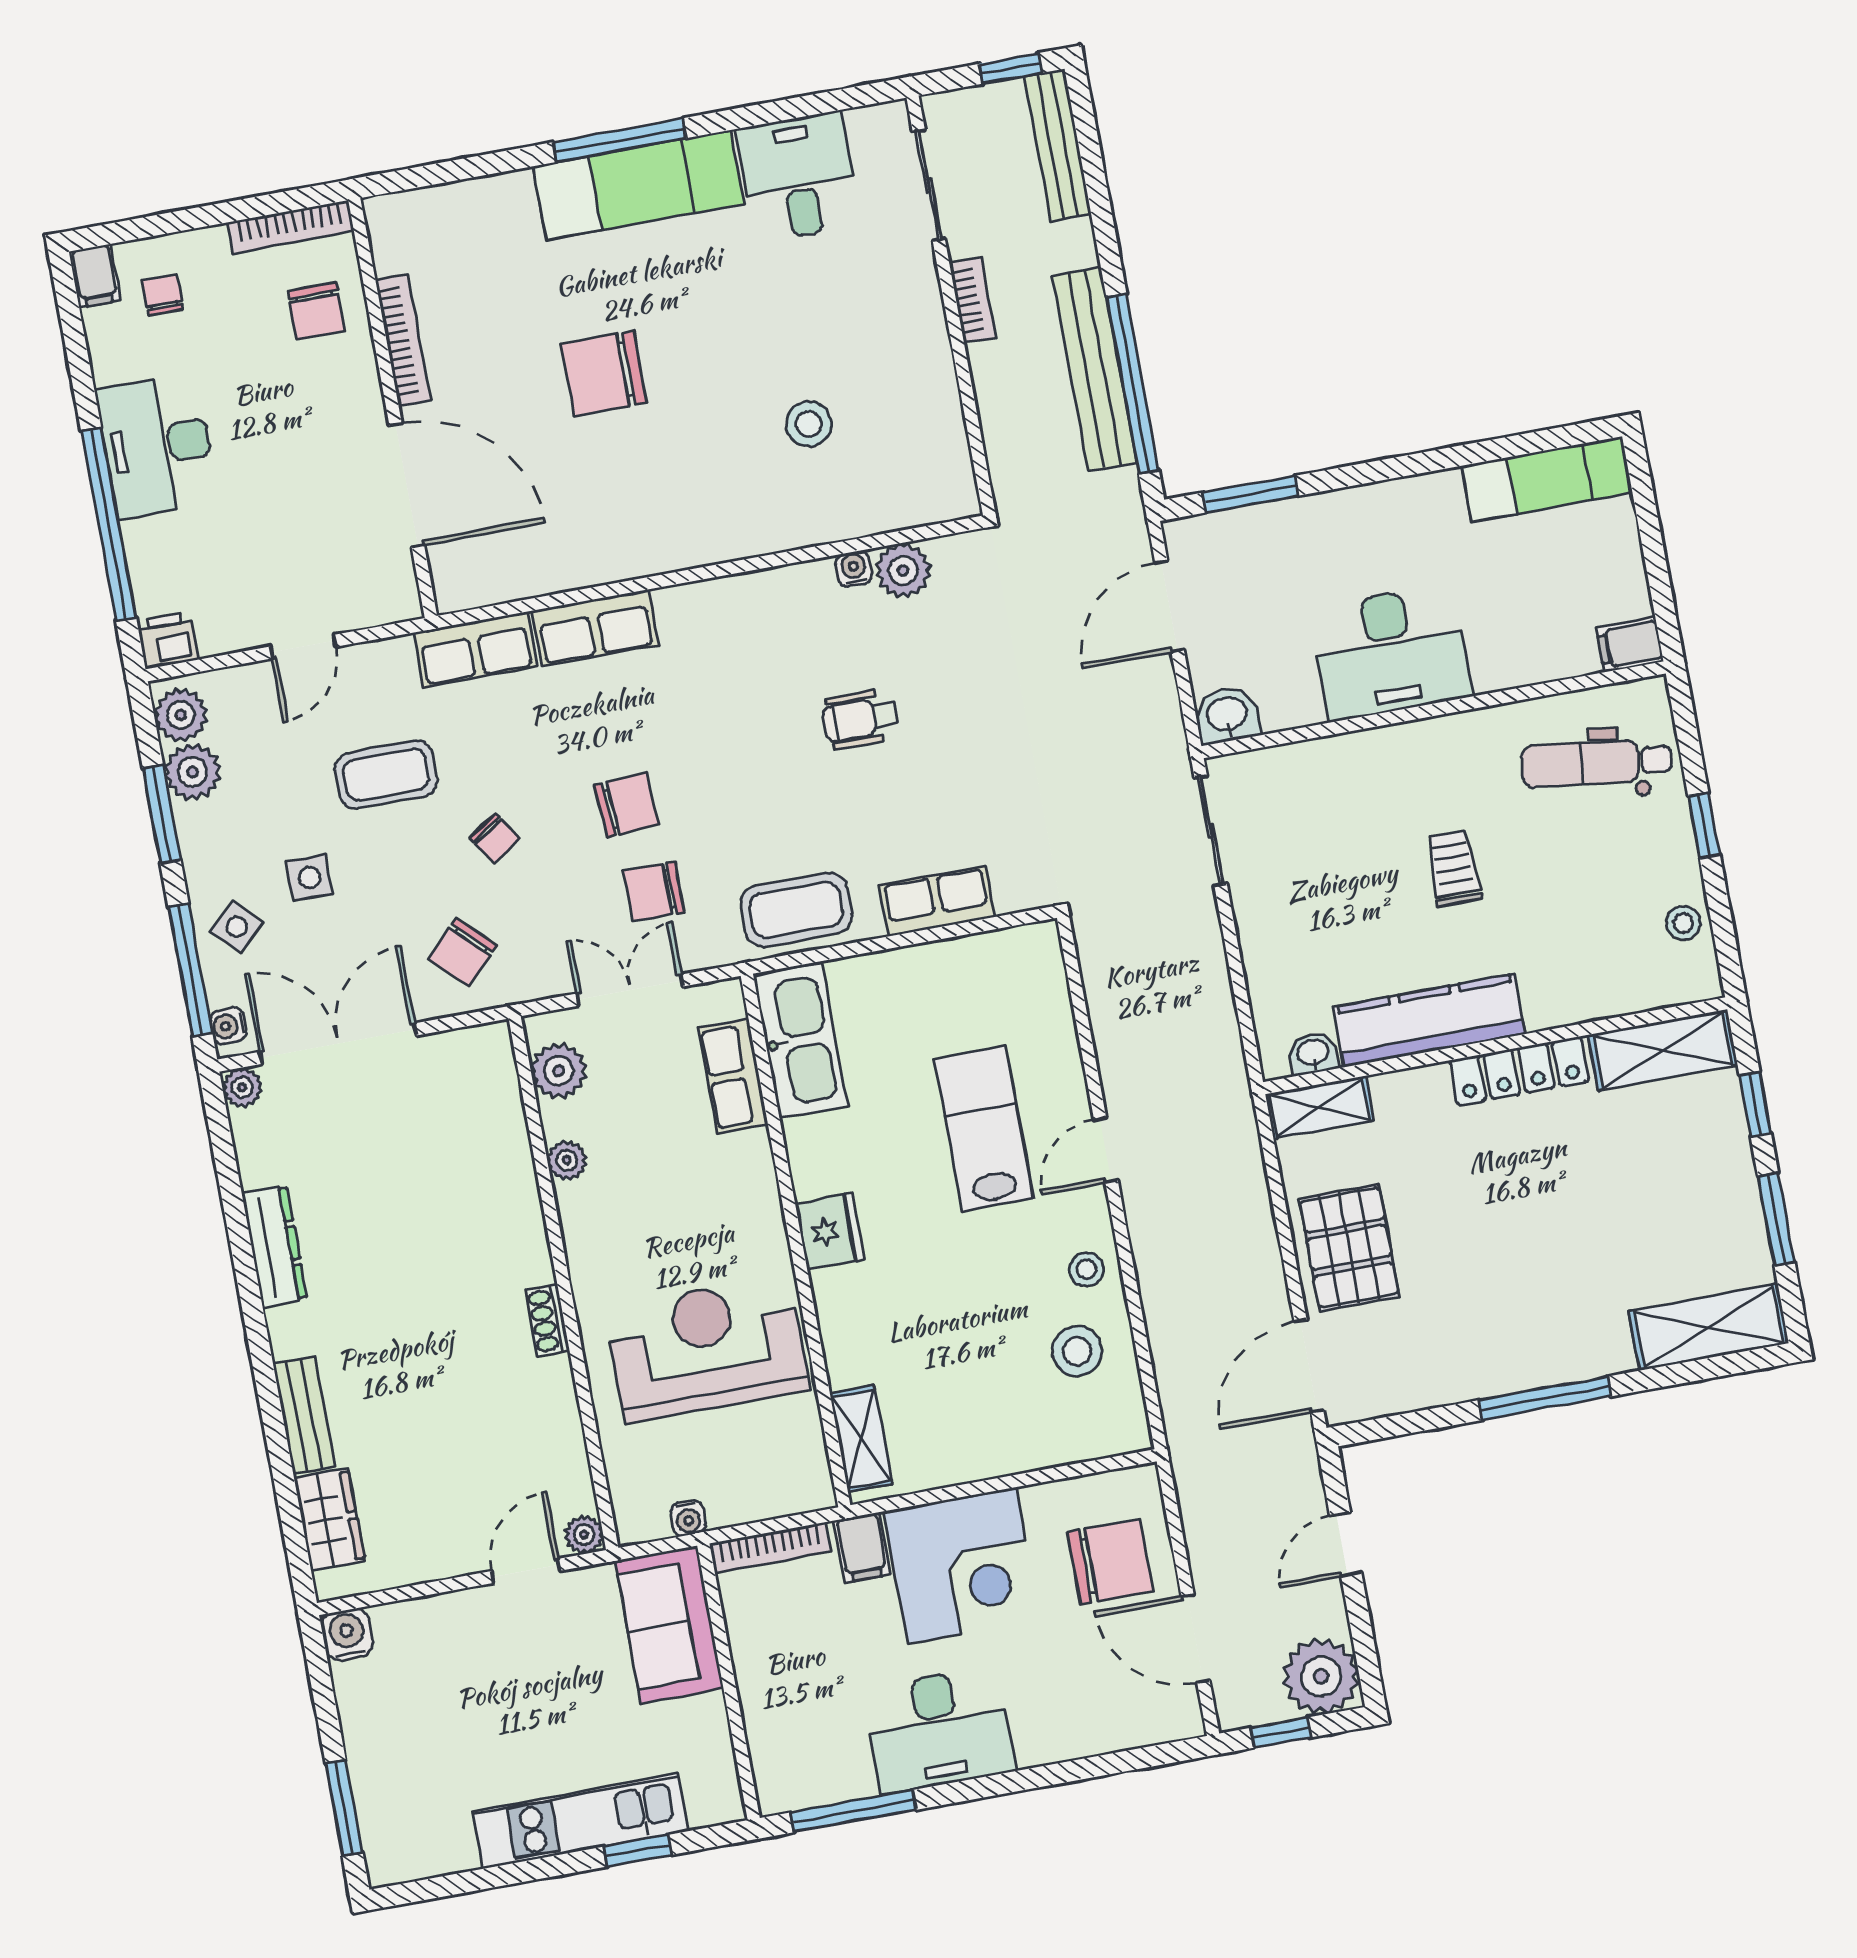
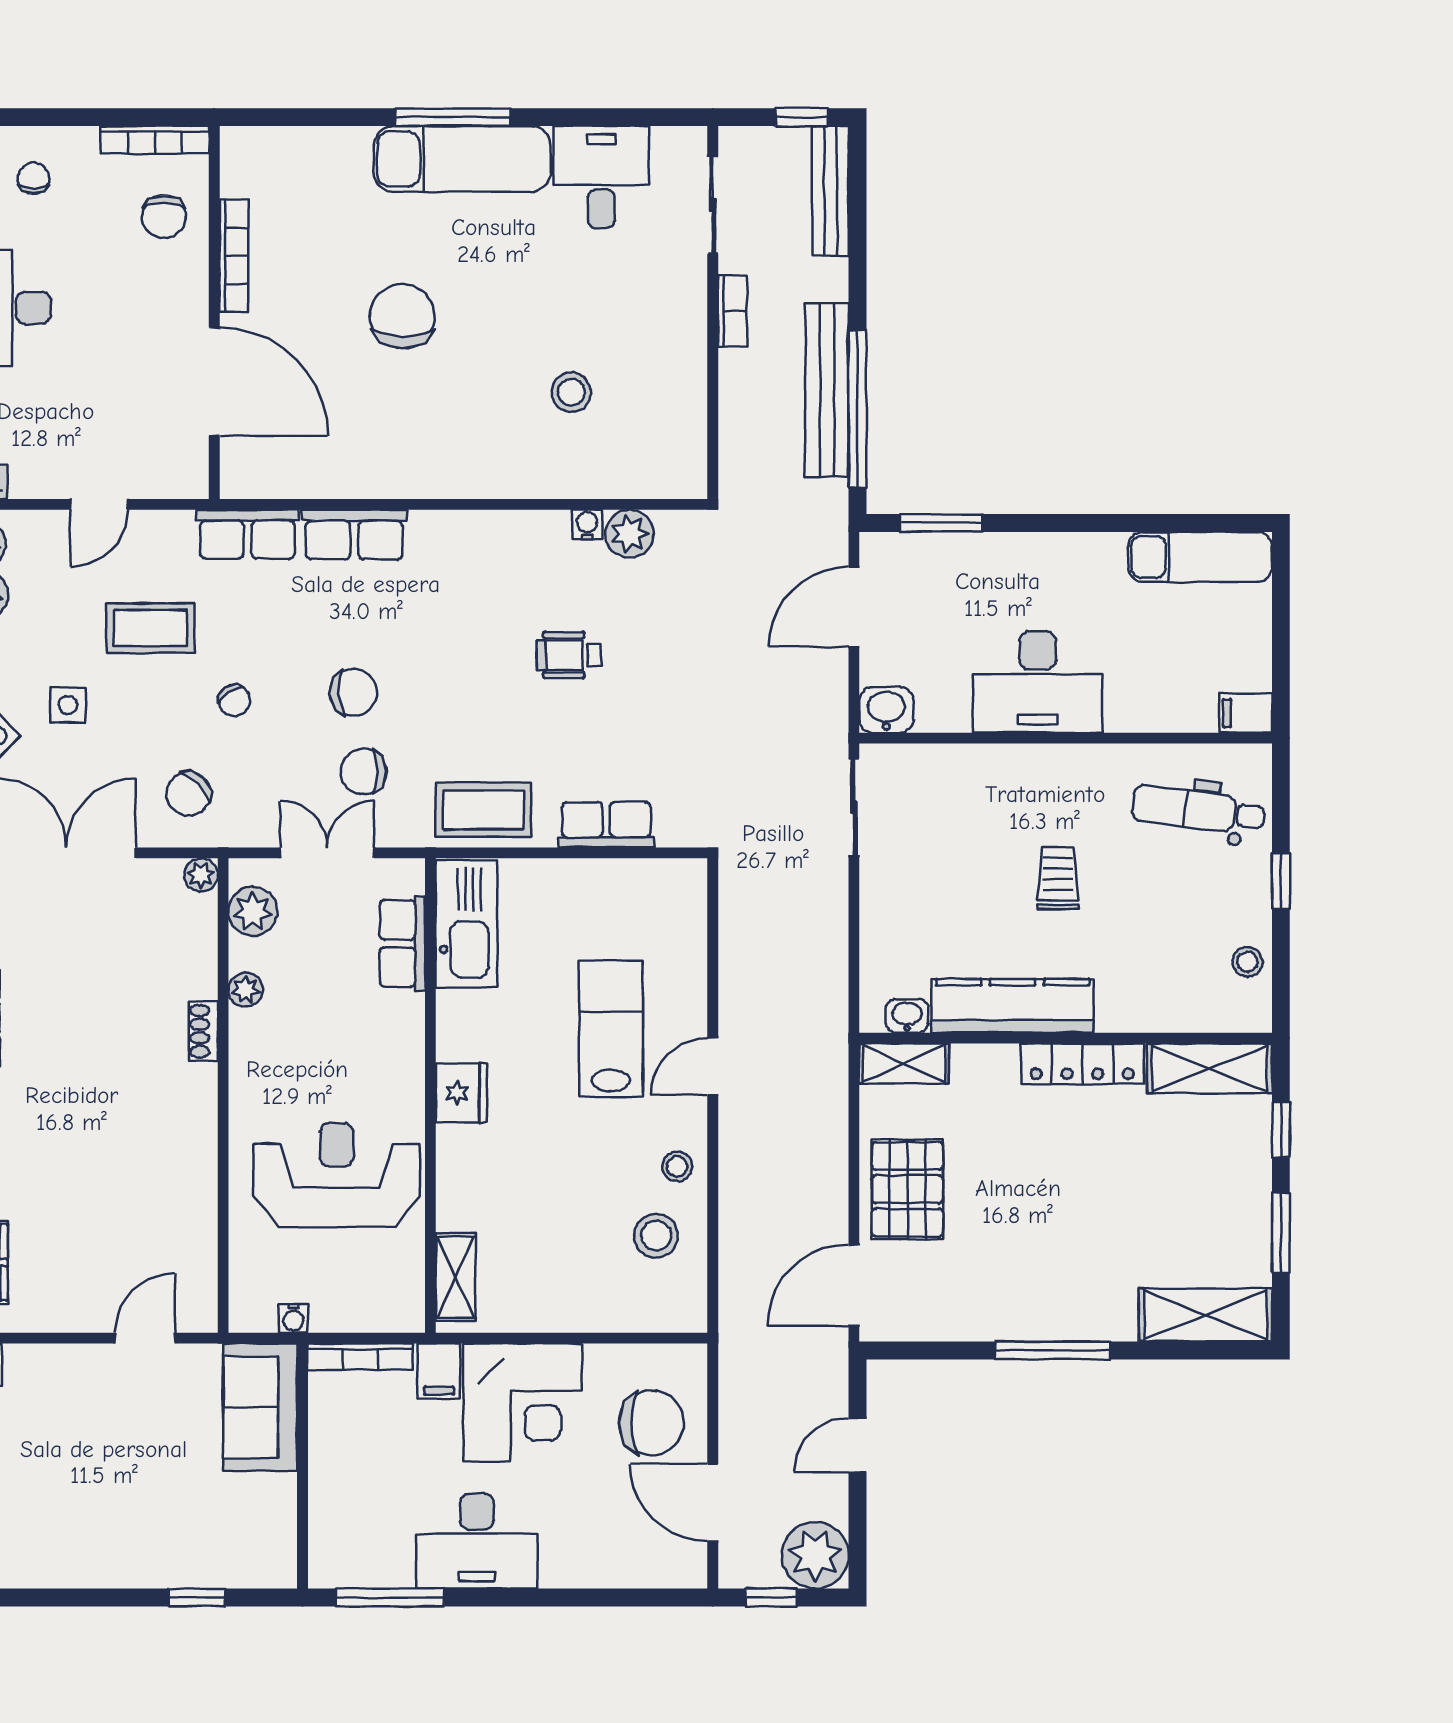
chair: (604, 373) -> (402, 316), turned 90
shoe rack: (547, 1320) -> (203, 1031), moved
plant: (584, 1535) -> (201, 875), moved
kitchen unit: (580, 1821) -> (153, 1563), removed

